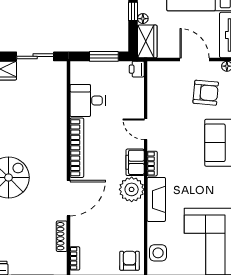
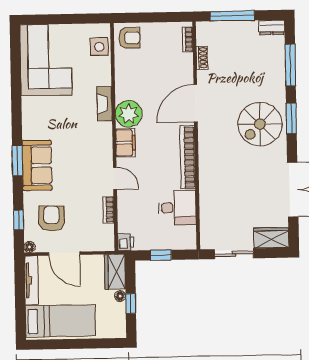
window: (104, 56) -> (161, 255), width x0.67
armchair: (206, 93) -> (52, 218), turned 85
bookcase: (152, 164) -> (109, 210), moved
fireplace: (156, 199) -> (104, 104), width x0.73, depth x0.76
shoe rack: (62, 236) -> (202, 58), width x0.70
armchair: (129, 261) -> (129, 38), turned -90

